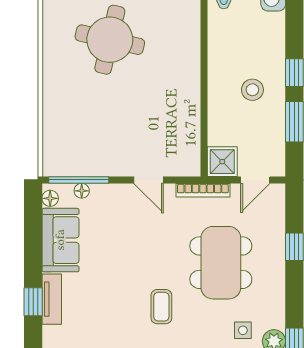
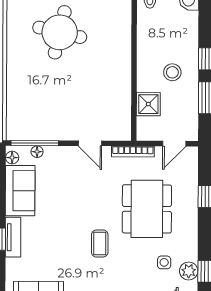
shower: (222, 162) -> (148, 104), moved

